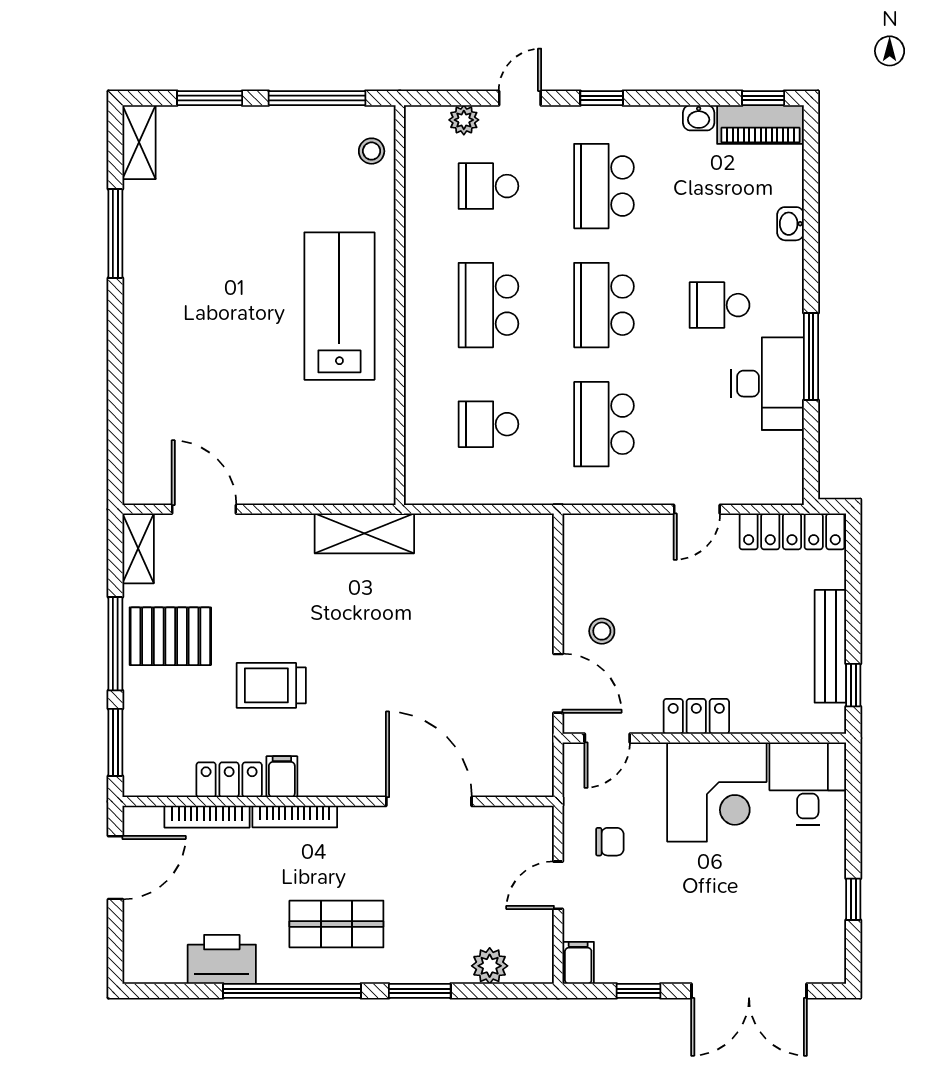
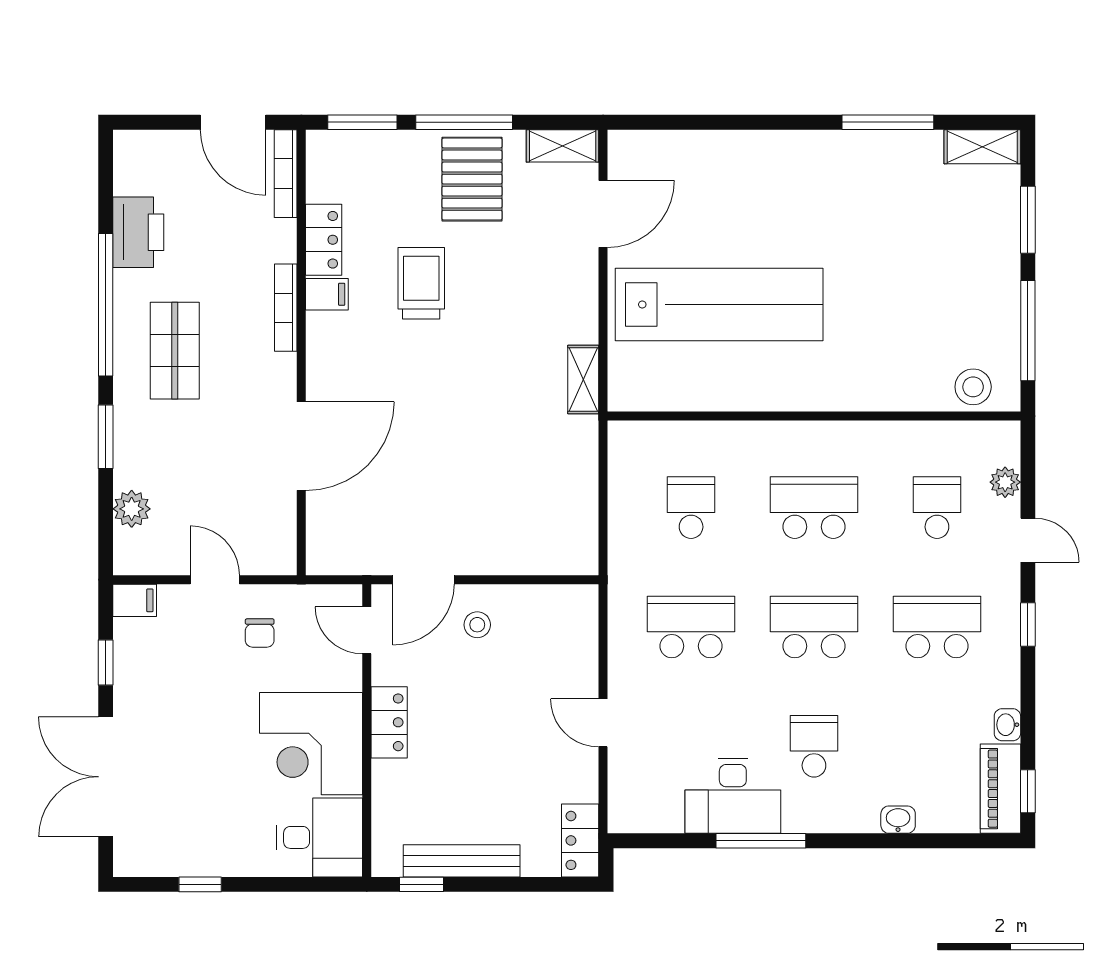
stool: (372, 151) -> (973, 387), width x1.37, depth x1.37
lab bench: (339, 306) -> (719, 305), moved, width x1.36
locker: (792, 531) -> (580, 840), width x0.66
shelving: (364, 533) -> (583, 379), width x0.67, depth x0.75
bookcase: (207, 817) -> (286, 174), moved

